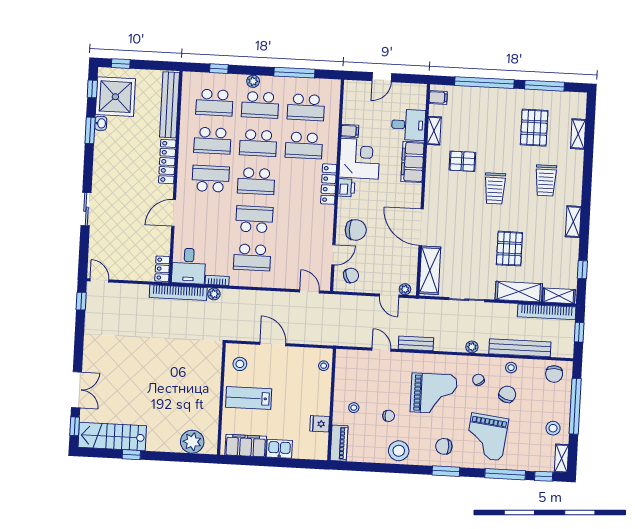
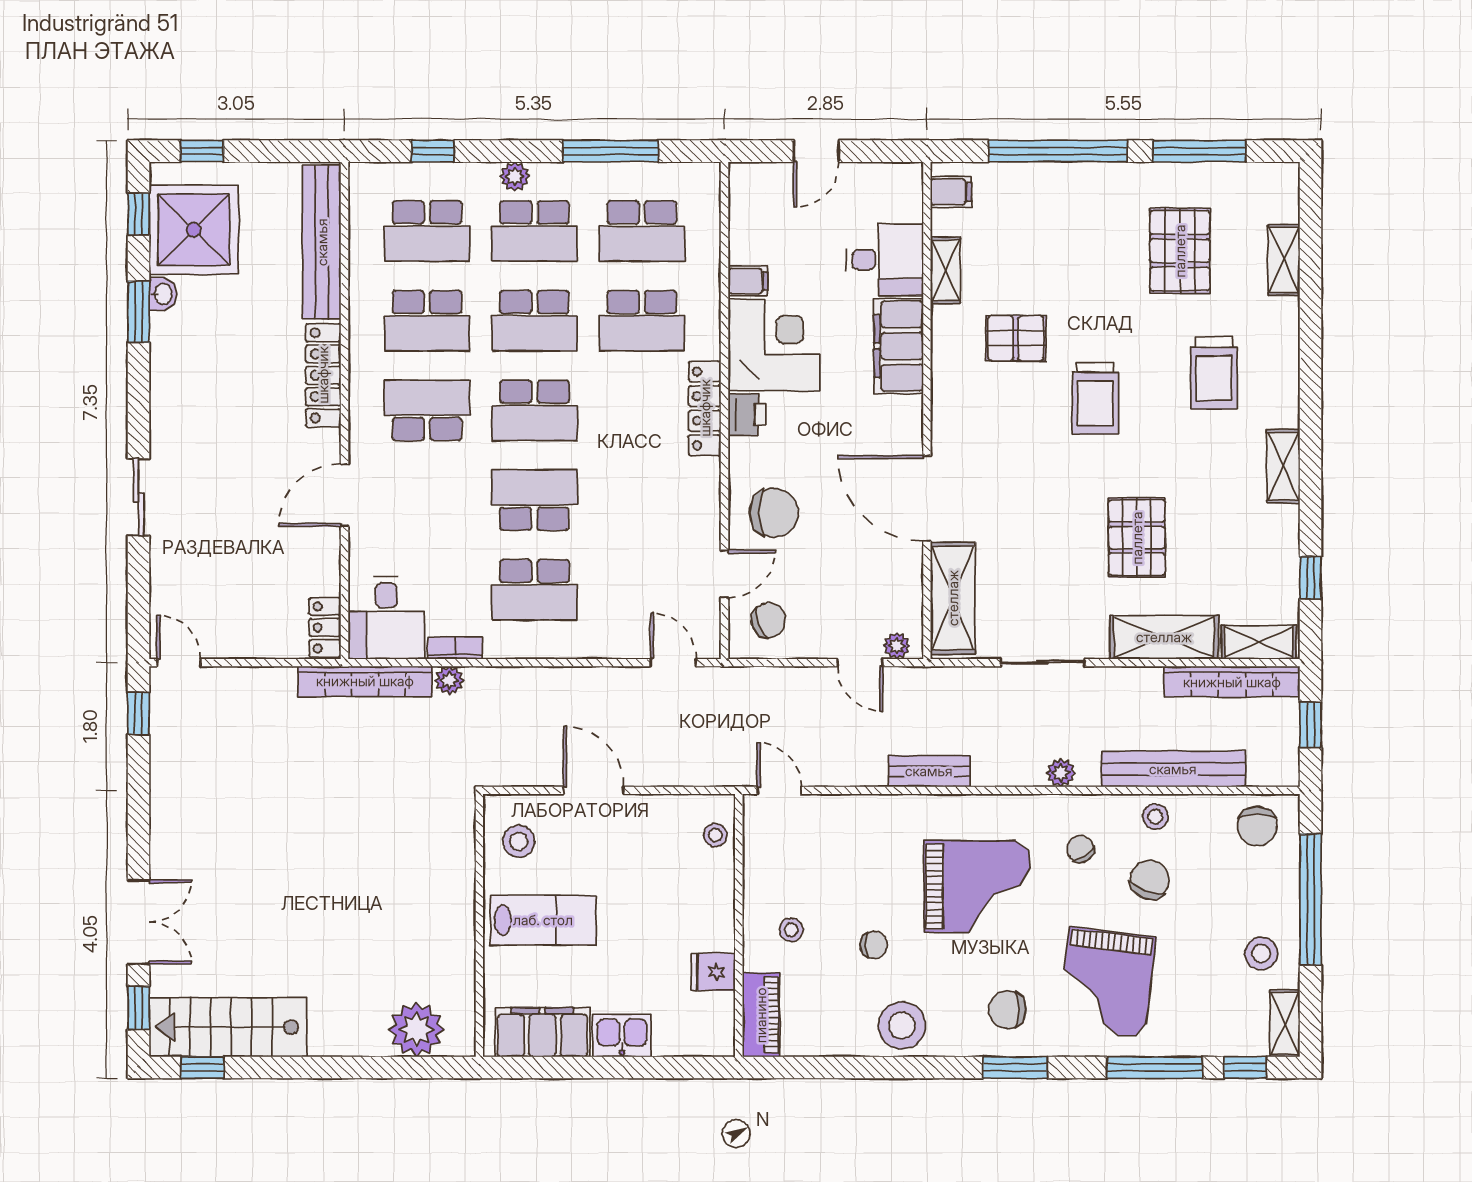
door: (381, 350) -> (779, 790), moved
lab bench: (249, 398) -> (543, 920), turned 180
window: (131, 455) -> (202, 1067), moved

